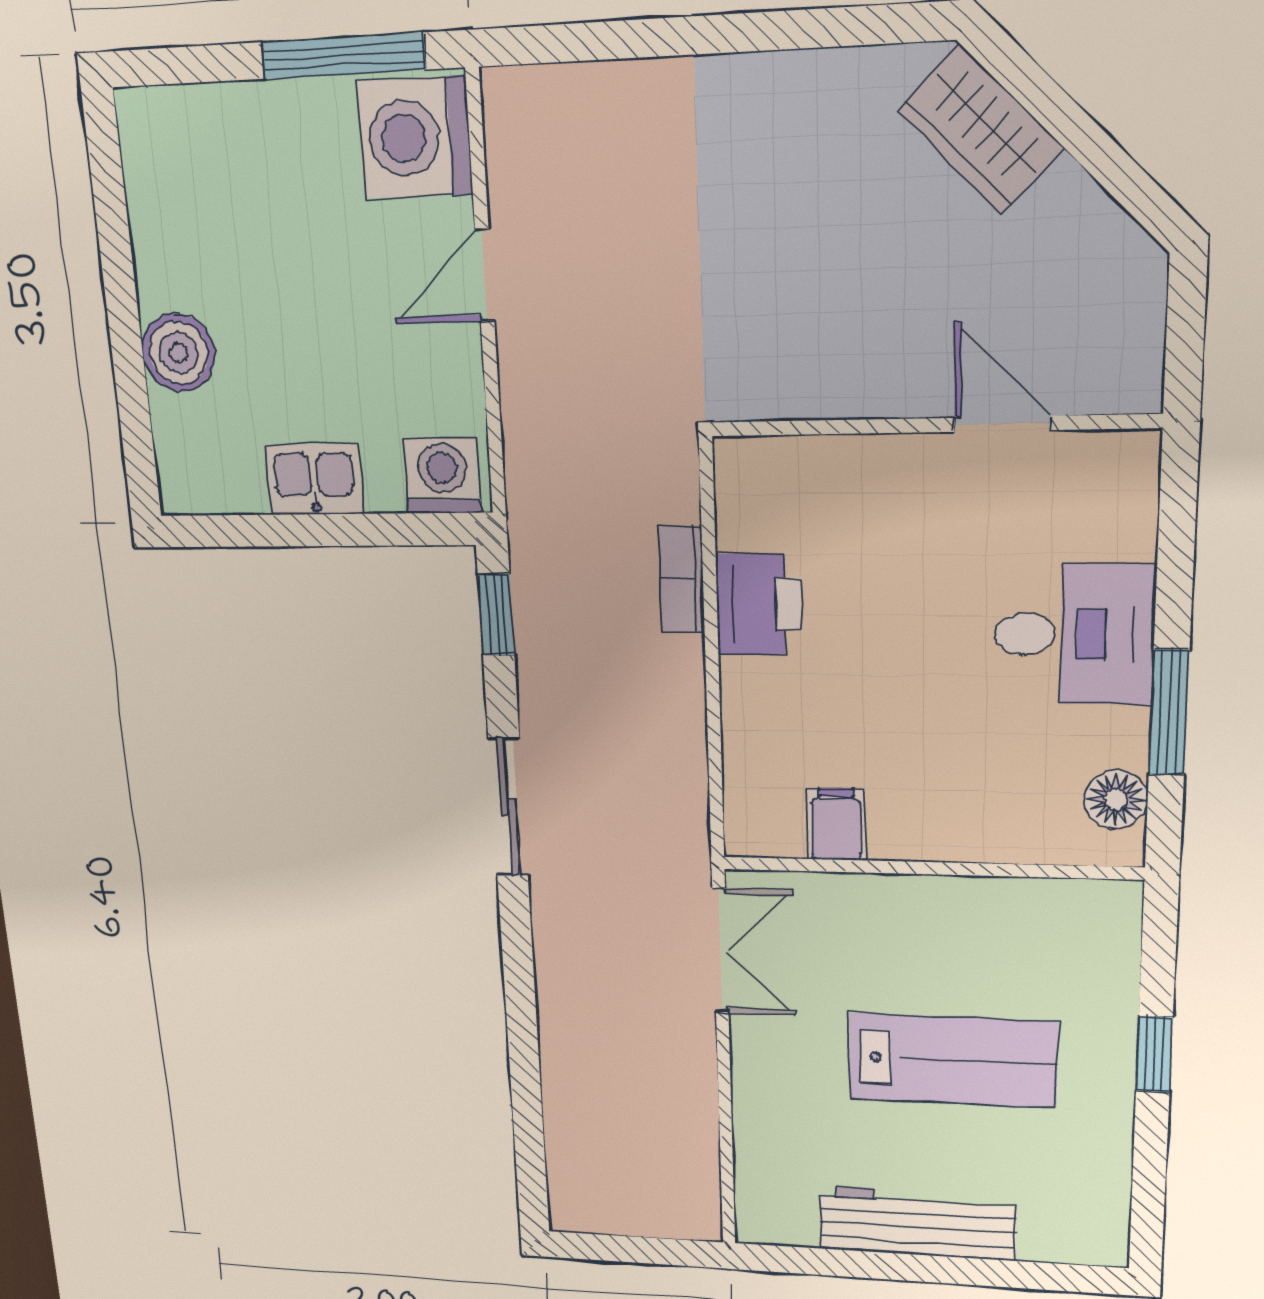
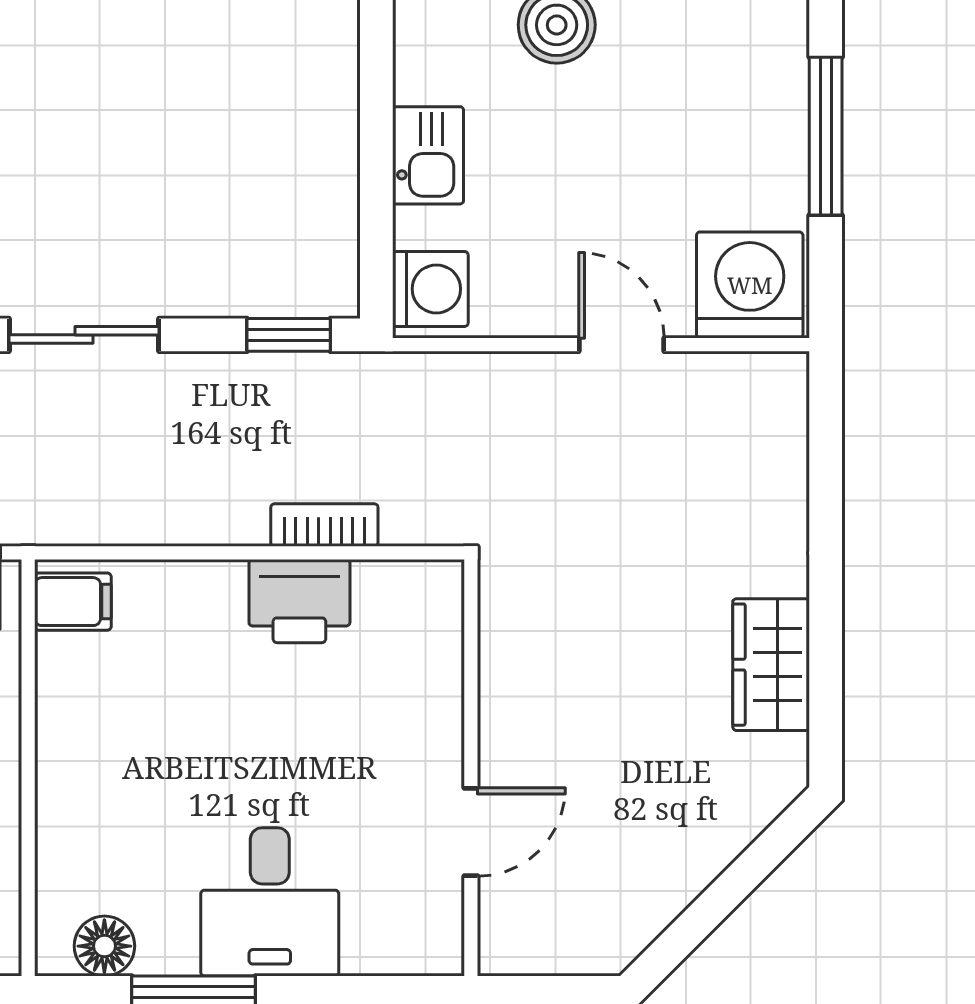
window: (343, 56) -> (826, 136), moved
wardrobe: (981, 129) -> (771, 665), moved, turned -45
filing cabinet: (836, 824) -> (73, 602), moved

